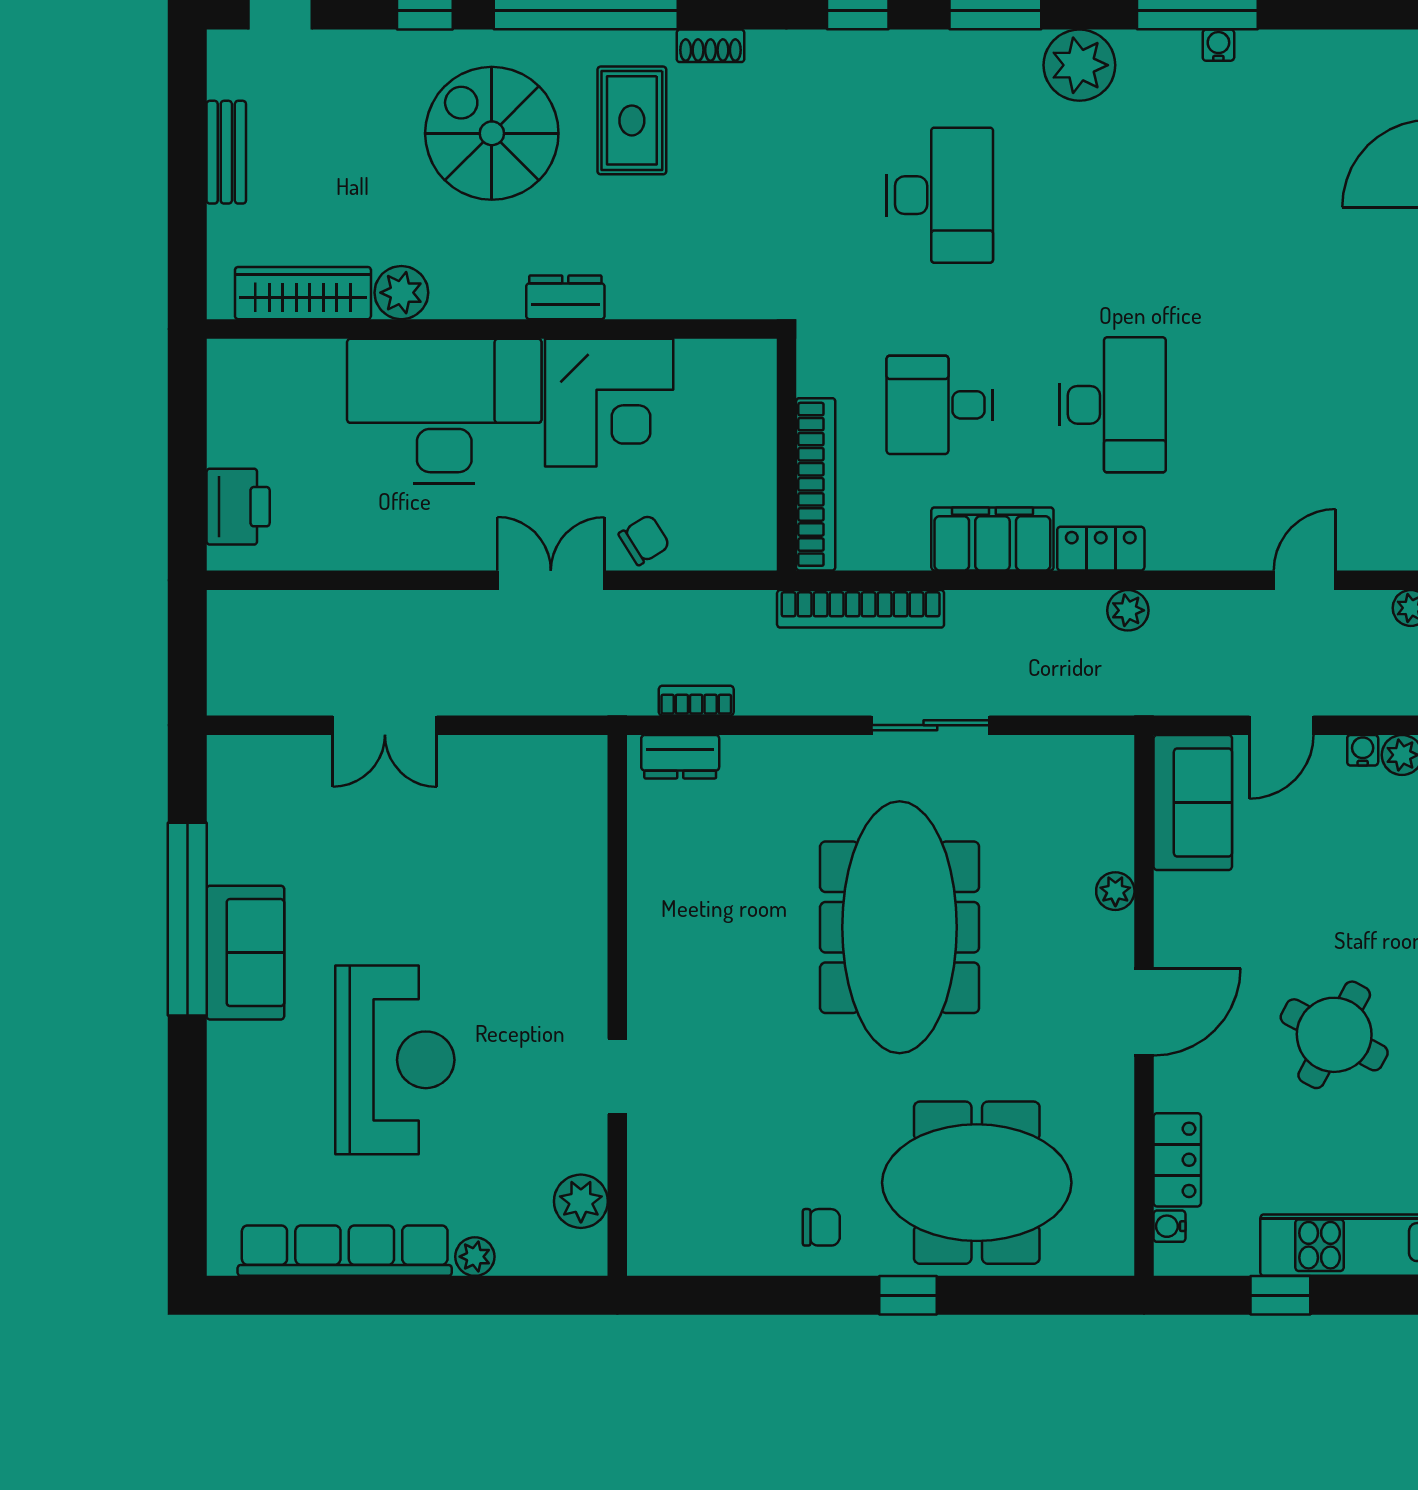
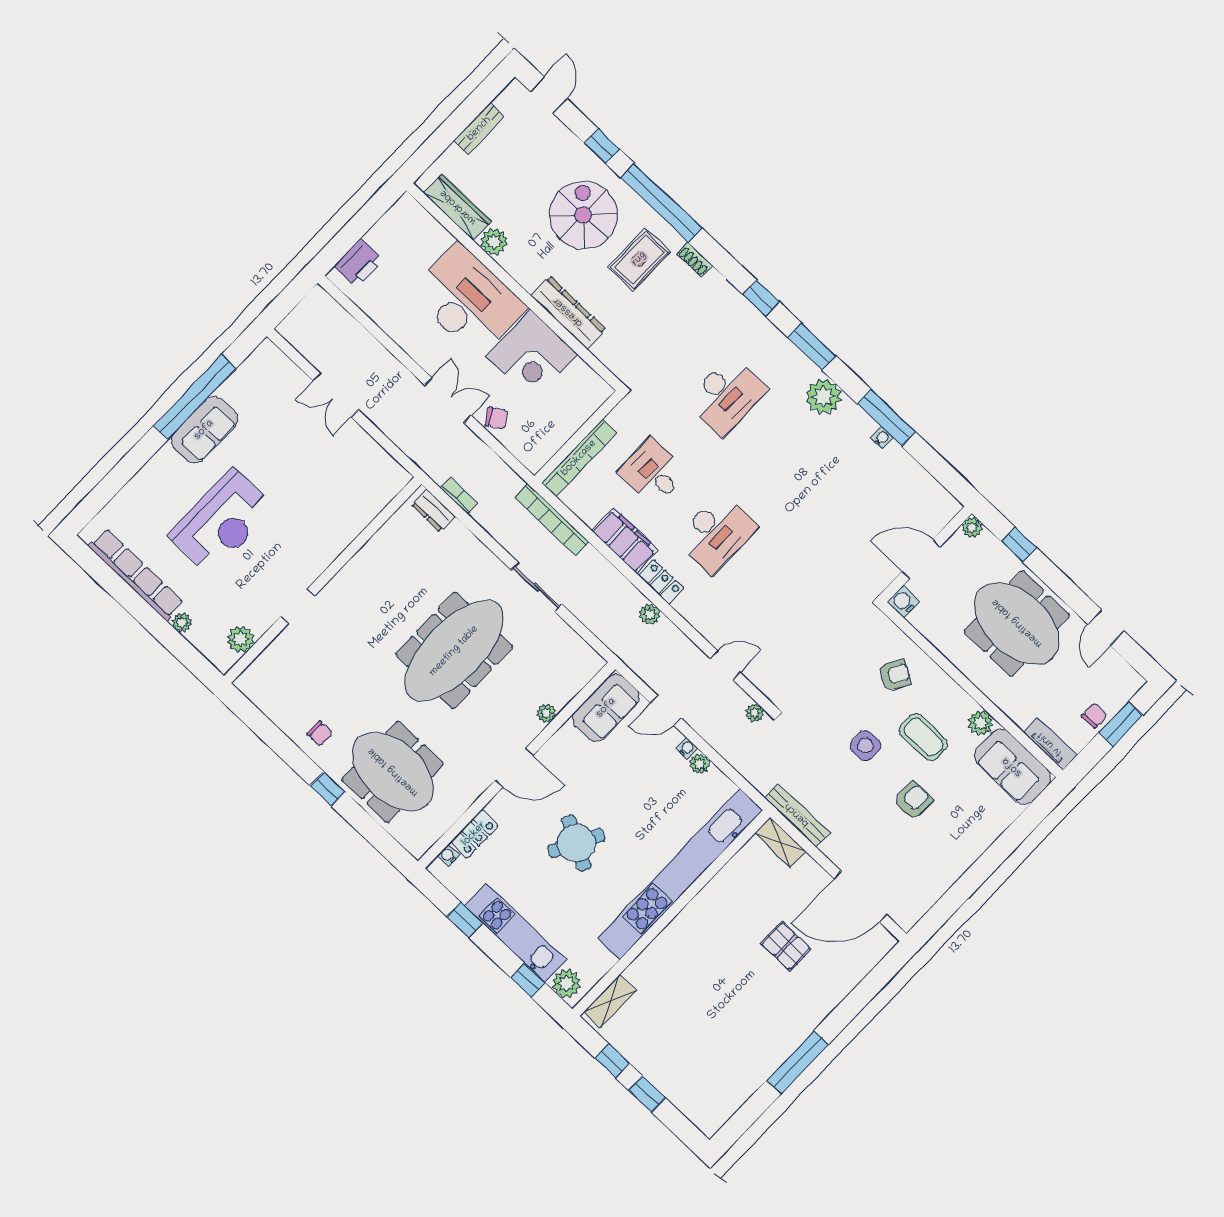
dresser: (565, 297) -> (568, 312), width x1.96, depth x1.24

